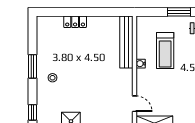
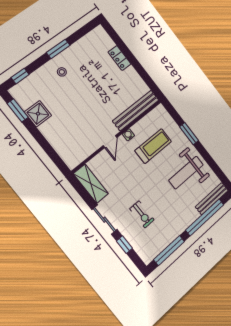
treadmill: (165, 50) -> (153, 146), turned 180
door: (134, 104) -> (110, 142), moved

